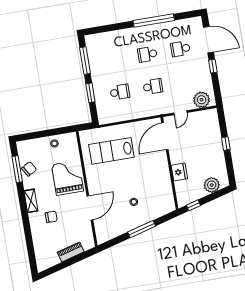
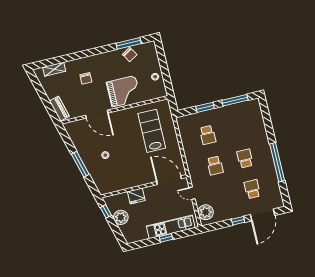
kitchen unit: (214, 138) -> (171, 227), added
plant: (212, 185) -> (121, 217), moved
shelving: (31, 201) -> (54, 69), moved
piano: (71, 252) -> (59, 109), moved

